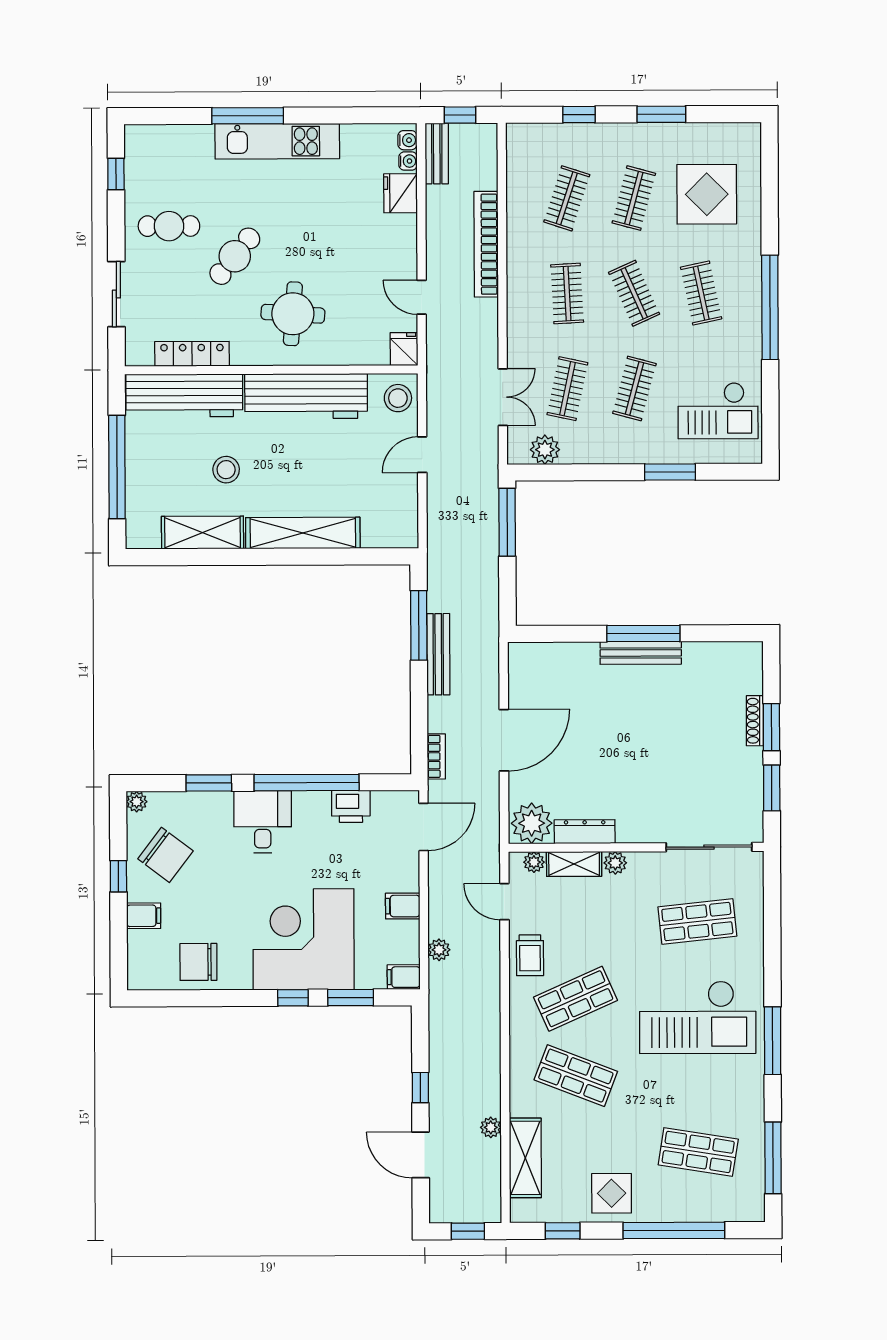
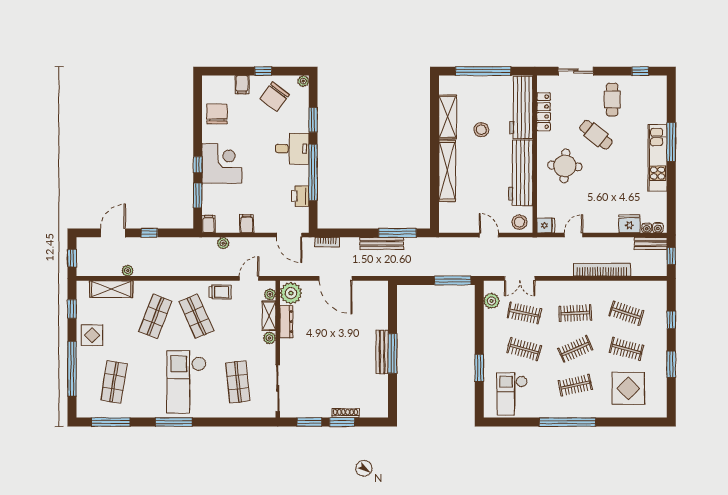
corner desk: (304, 939) -> (222, 163), width x0.74, depth x0.74
trolley: (530, 955) -> (220, 292), turned 180

